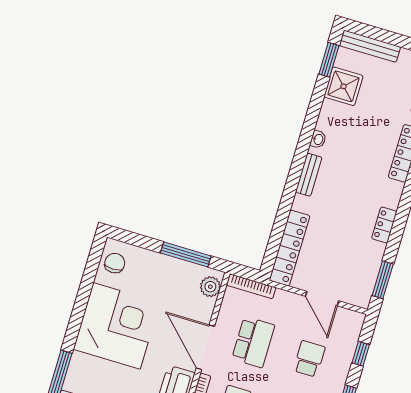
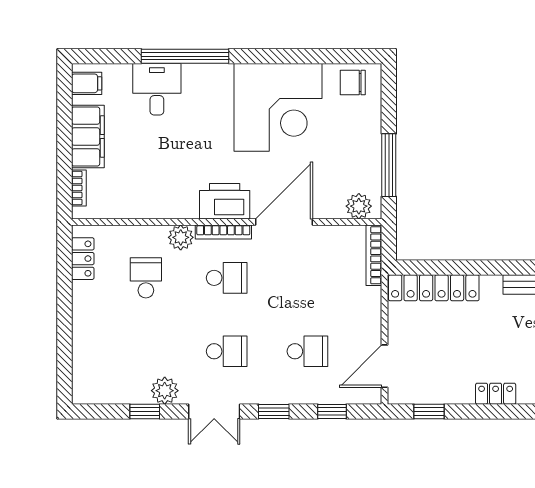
chair: (115, 263) -> (353, 82), turned 180
window: (383, 280) -> (429, 411), width x0.67
door: (322, 299) -> (385, 366), moved
school desk: (253, 342) -> (307, 278), removed

